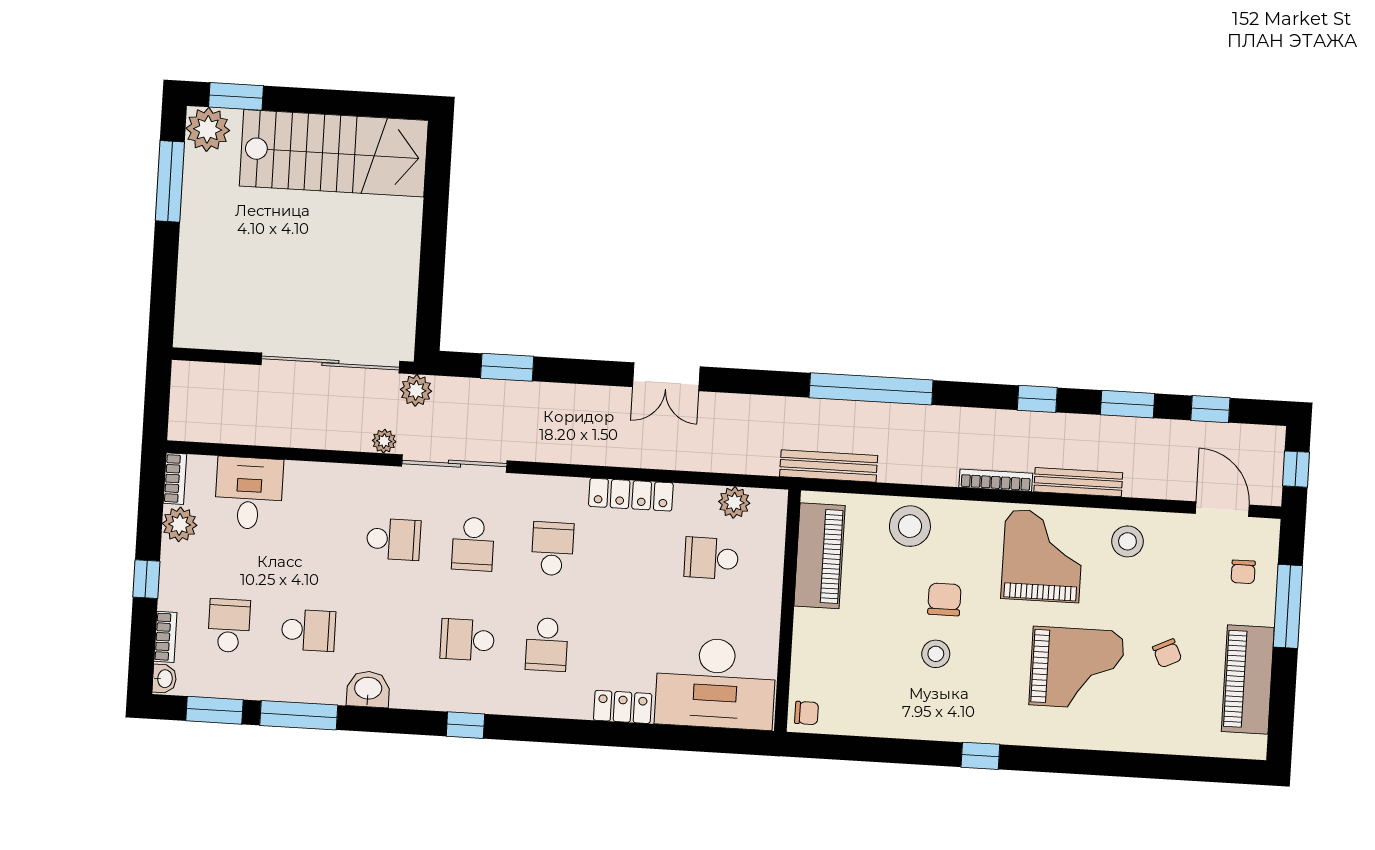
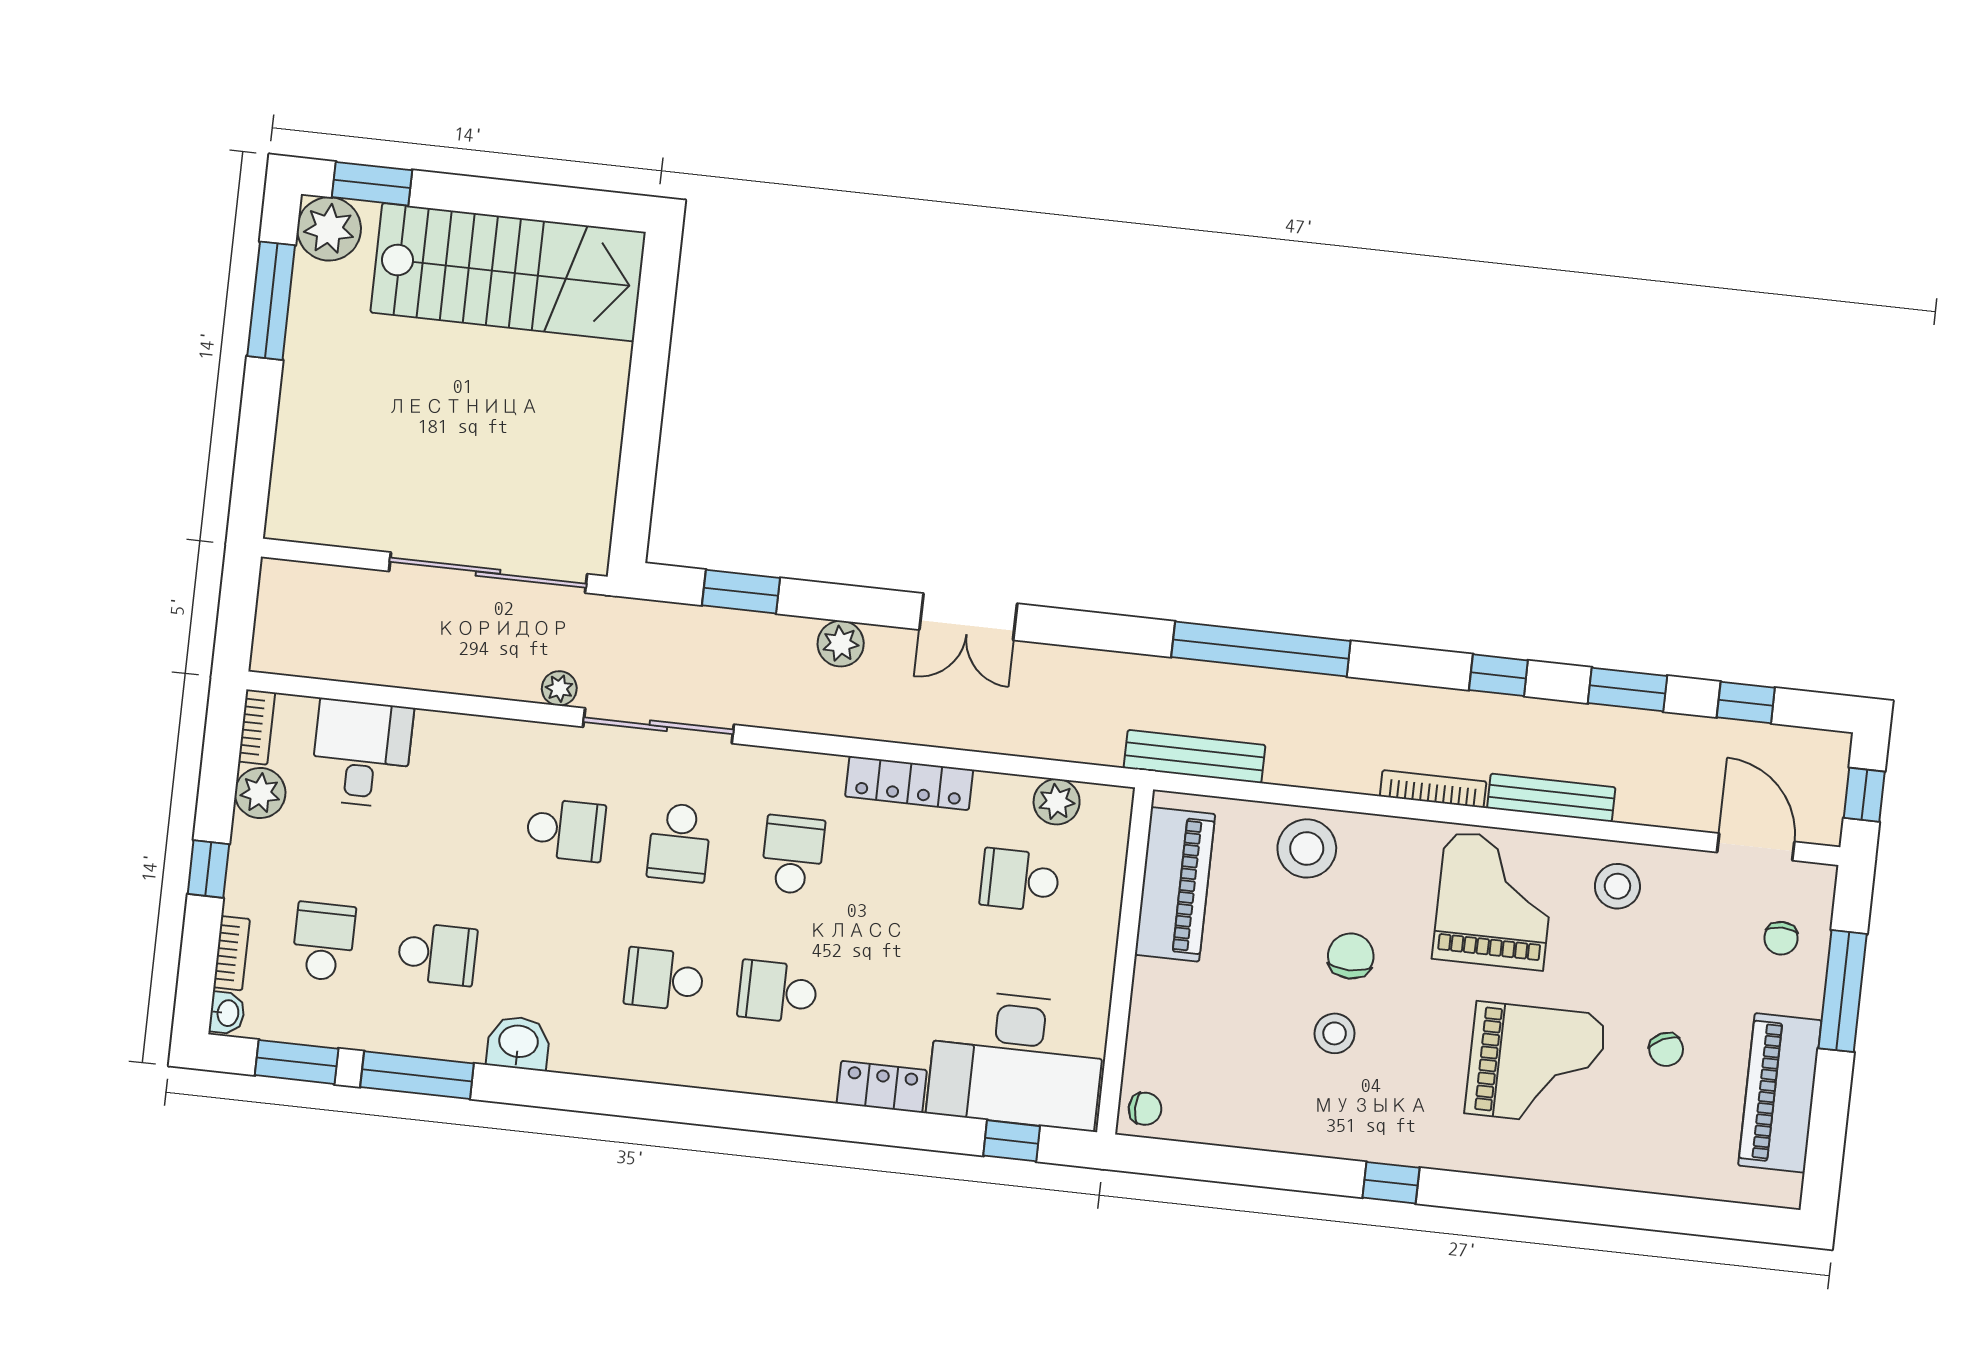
plant: (416, 390) -> (841, 644), moved
school desk: (547, 644) -> (778, 992), turned 90
window: (465, 725) -> (1012, 1141), moved

